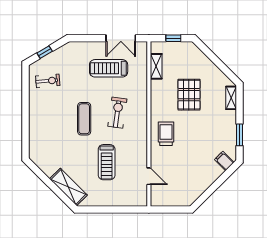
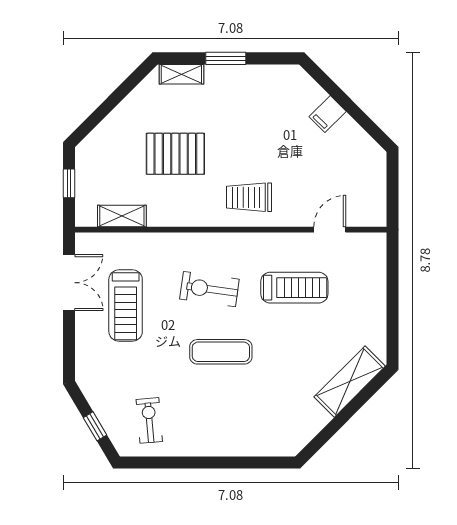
window: (239, 135) -> (226, 58), moved
filing cabinet: (224, 161) -> (328, 114), moved
treadmill: (107, 162) -> (294, 288), moved

